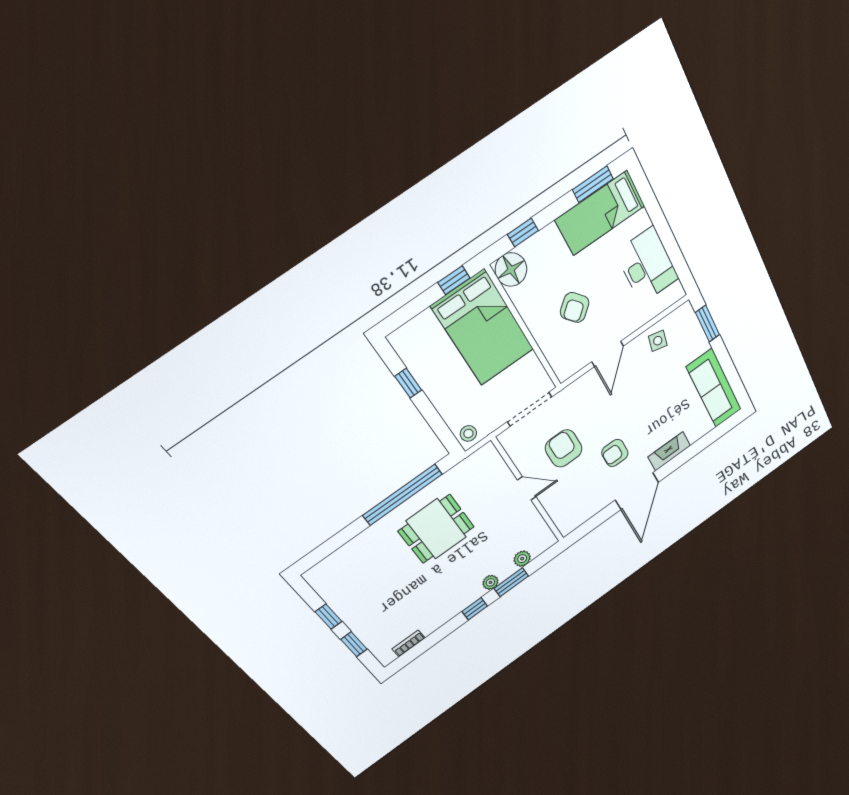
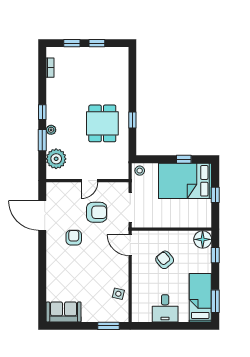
desk: (647, 265) -> (165, 308), width x0.73
window: (454, 280) -> (215, 195), moved
bed: (483, 328) -> (185, 181), moved
door: (608, 354) -> (130, 245), moved
sofa: (714, 388) -> (64, 312), width x0.73
fireplace: (669, 451) -> (52, 268), removed
door: (637, 491) -> (42, 215), moved
window: (403, 495) -> (132, 120), width x0.32
plant: (522, 559) -> (56, 159), width x1.87, depth x1.87

